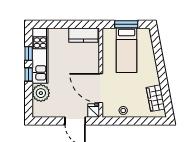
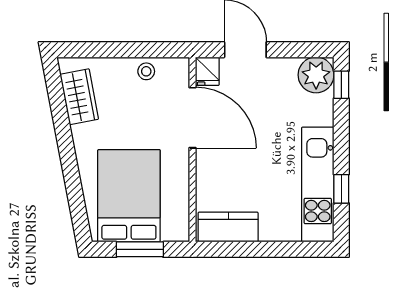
bed: (127, 50) -> (129, 196), width x1.50
window: (29, 74) -> (341, 85), moved
plant: (41, 93) -> (316, 75), moved

